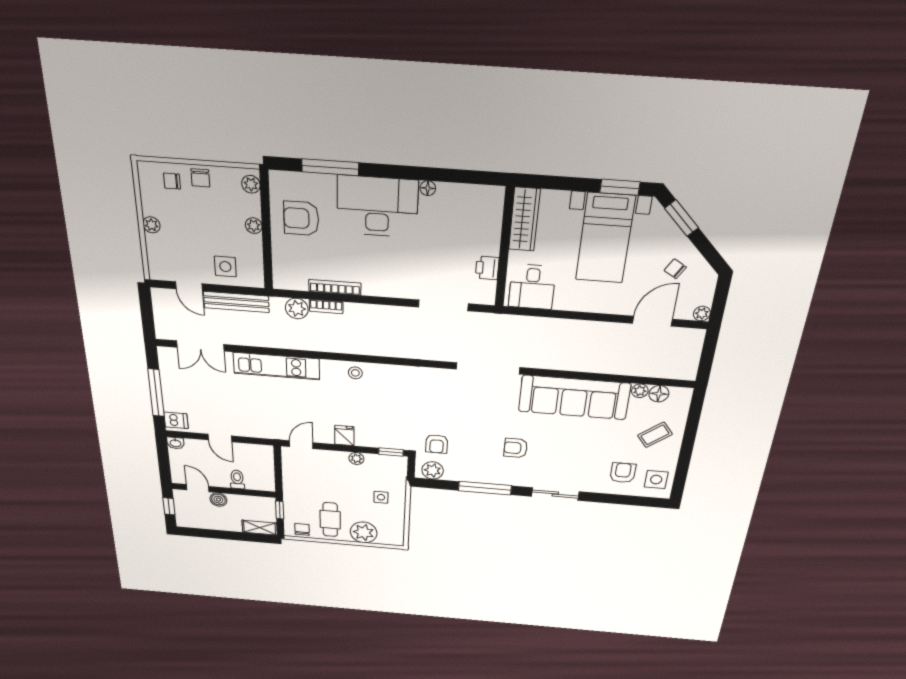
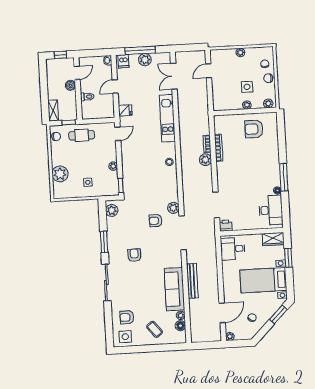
window: (330, 167) -> (284, 177), moved
window: (620, 187) -> (288, 258), moved
desk: (377, 207) -> (271, 210), moved, width x0.73, depth x0.77
armchair: (301, 218) -> (254, 129), turned -90
wardrobe: (524, 219) -> (273, 239), width x0.67
side table: (225, 266) -> (247, 87), moved
printer: (487, 268) -> (226, 226), moved
bench: (236, 302) -> (192, 281), moved
plant: (297, 309) -> (205, 160), moved
door: (652, 321) -> (222, 313), hinge flipped
plant: (440, 377) -> (173, 208), added
plant: (172, 388) -> (145, 60), added
sofa: (574, 397) -> (174, 289), width x0.74, depth x0.79
fridge: (344, 435) -> (125, 110), moved
armchair: (437, 444) -> (156, 221), moved
door: (301, 445) -> (118, 134), hinge flipped
armchair: (623, 473) -> (127, 317), turned 180
window: (485, 488) -> (104, 242), width x0.69
sliding door: (555, 494) -> (106, 282), width x1.37
cafe table: (330, 520) -> (82, 135), moved

